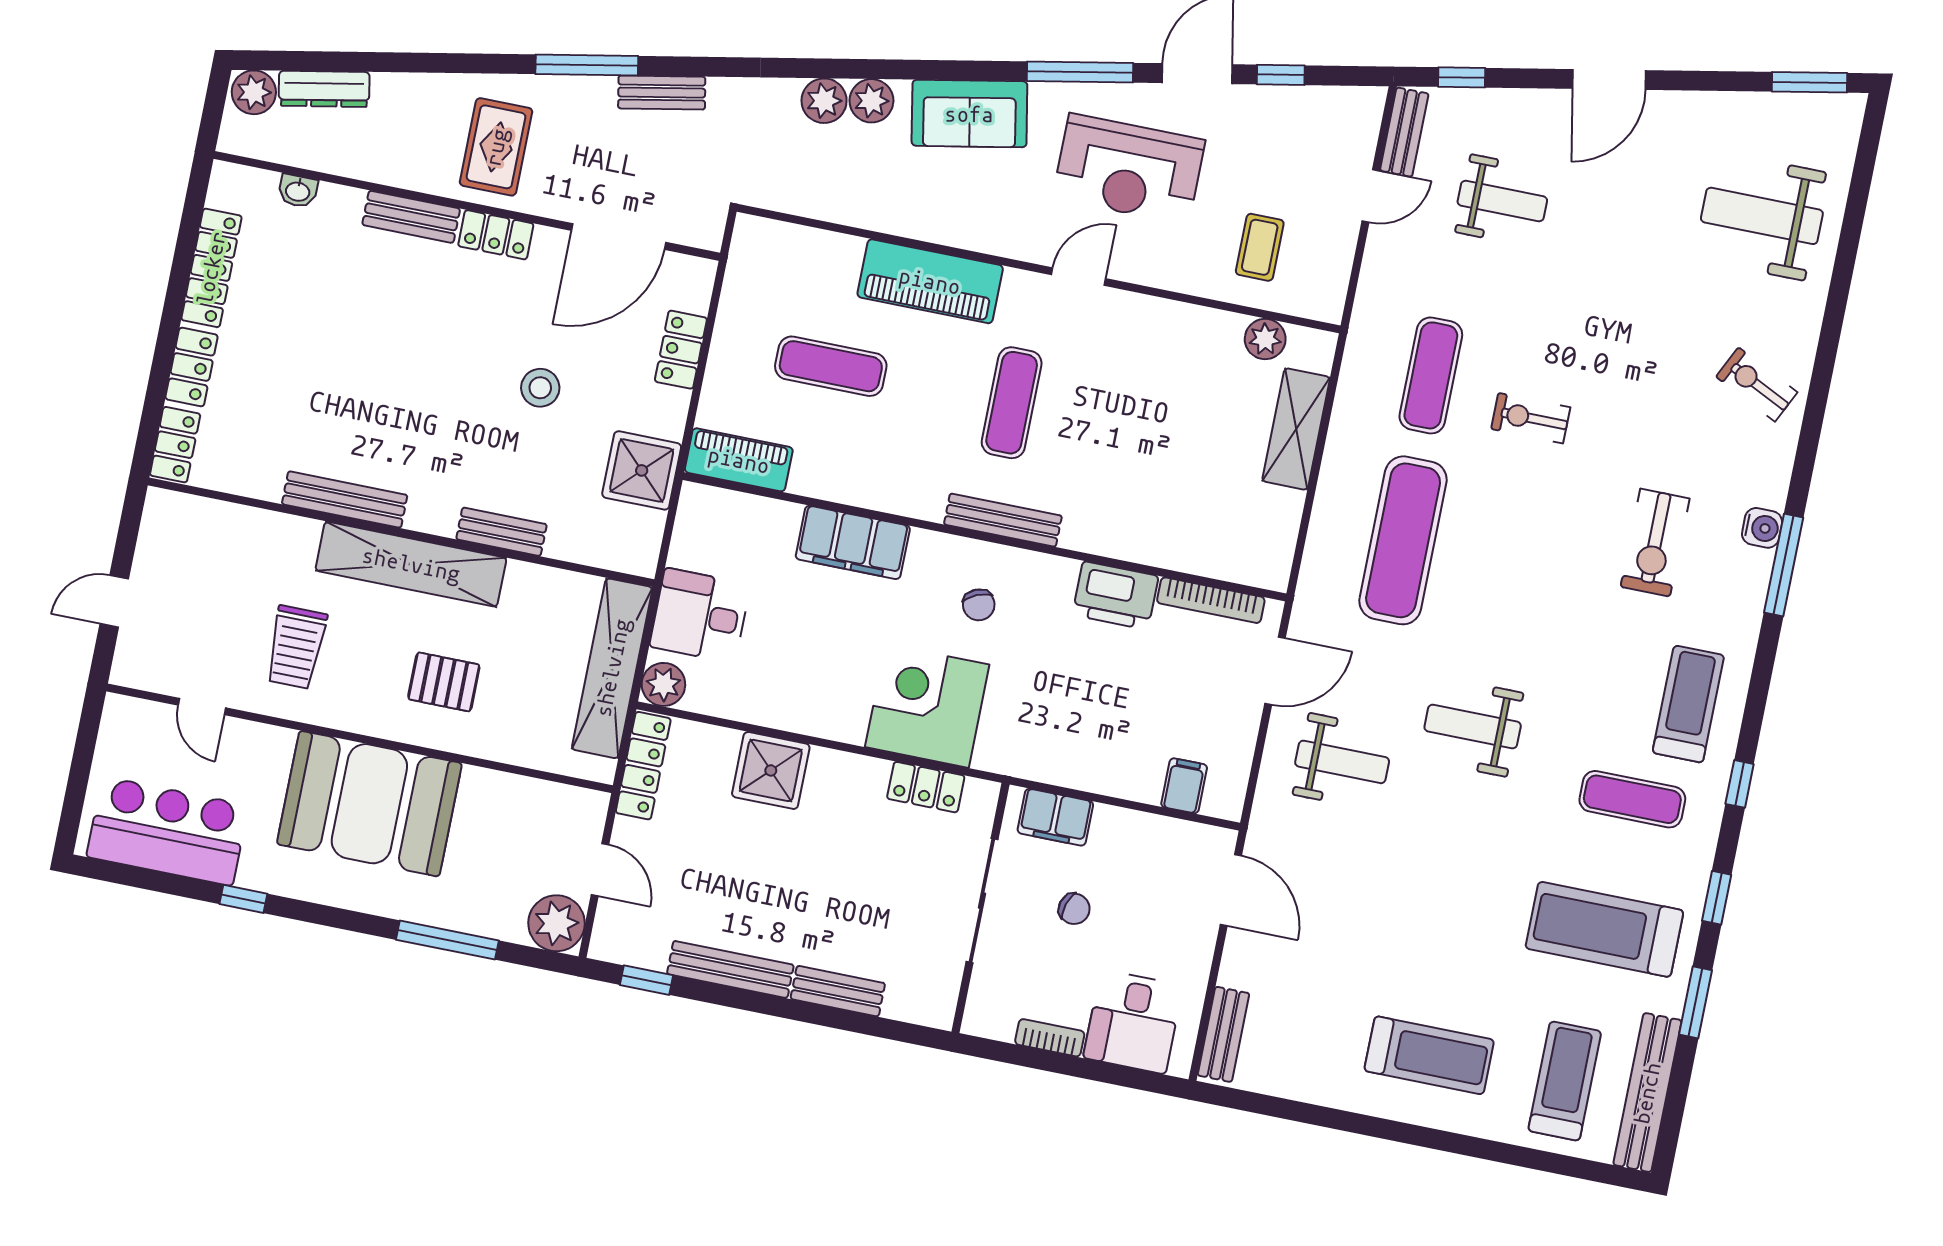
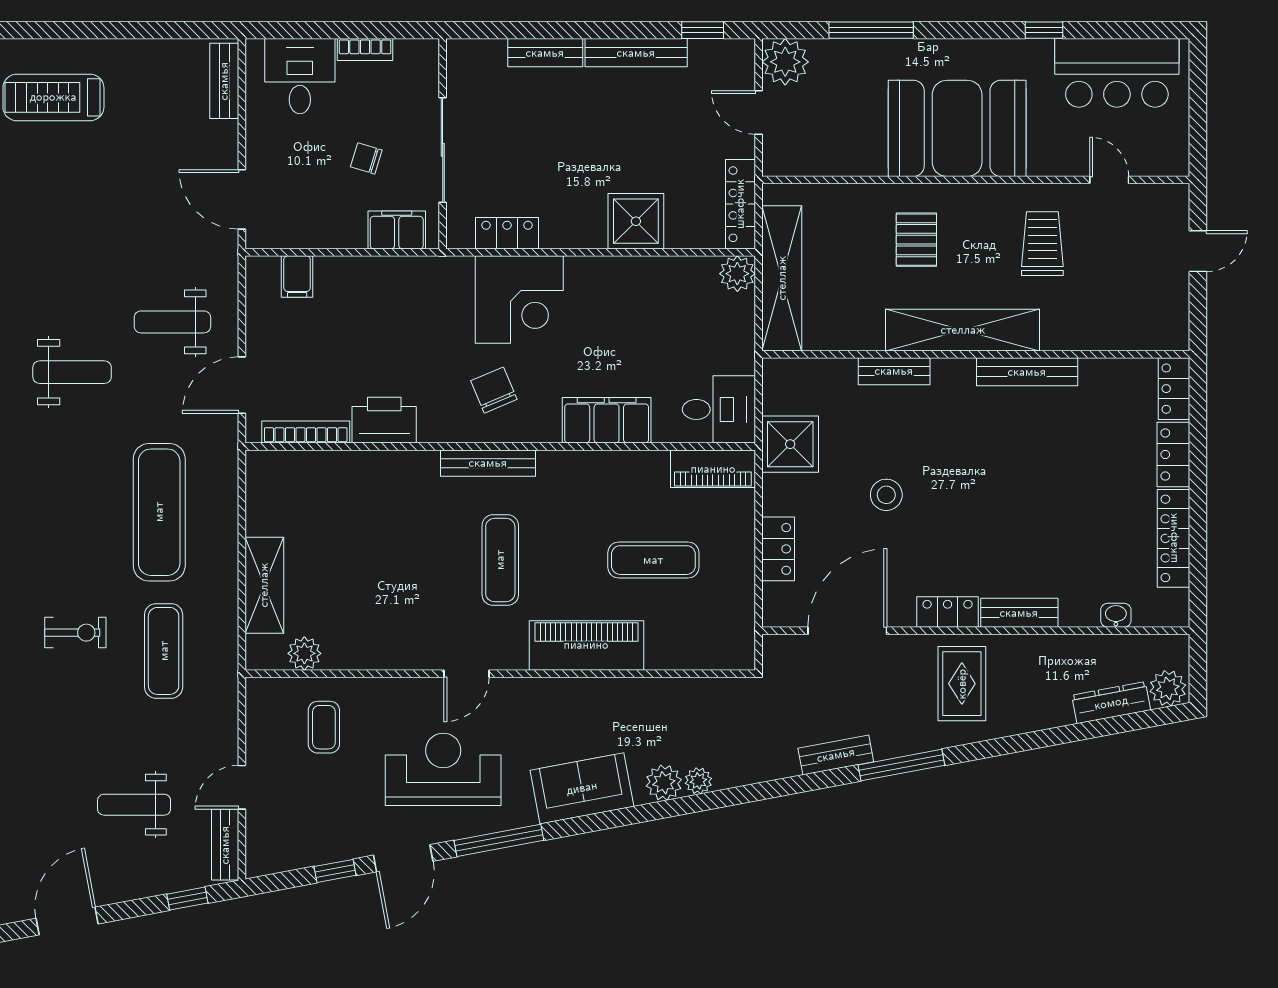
plant: (824, 101) -> (698, 781), width x0.73, depth x0.73
chair: (979, 605) -> (494, 390), width x1.37, depth x1.37
desk: (700, 616) -> (719, 409), moved
pallet: (444, 682) -> (916, 240), turned 90

